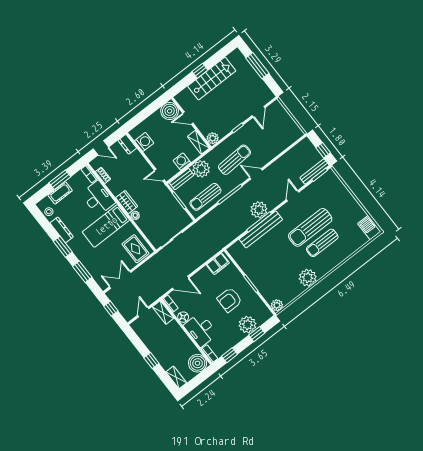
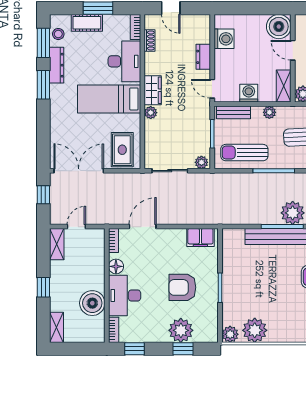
dresser: (127, 144) -> (203, 57), moved
plant: (201, 169) -> (269, 112), width x0.53, depth x0.53
plant: (186, 221) -> (201, 162), added
window: (82, 272) -> (43, 43), moved
plant: (308, 278) -> (255, 330), moved
double door: (120, 280) -> (79, 171), width x1.37
door: (181, 283) -> (143, 227), swing flipped
shelving: (163, 313) -> (57, 244), moved
boiler: (198, 363) -> (92, 303), moved

